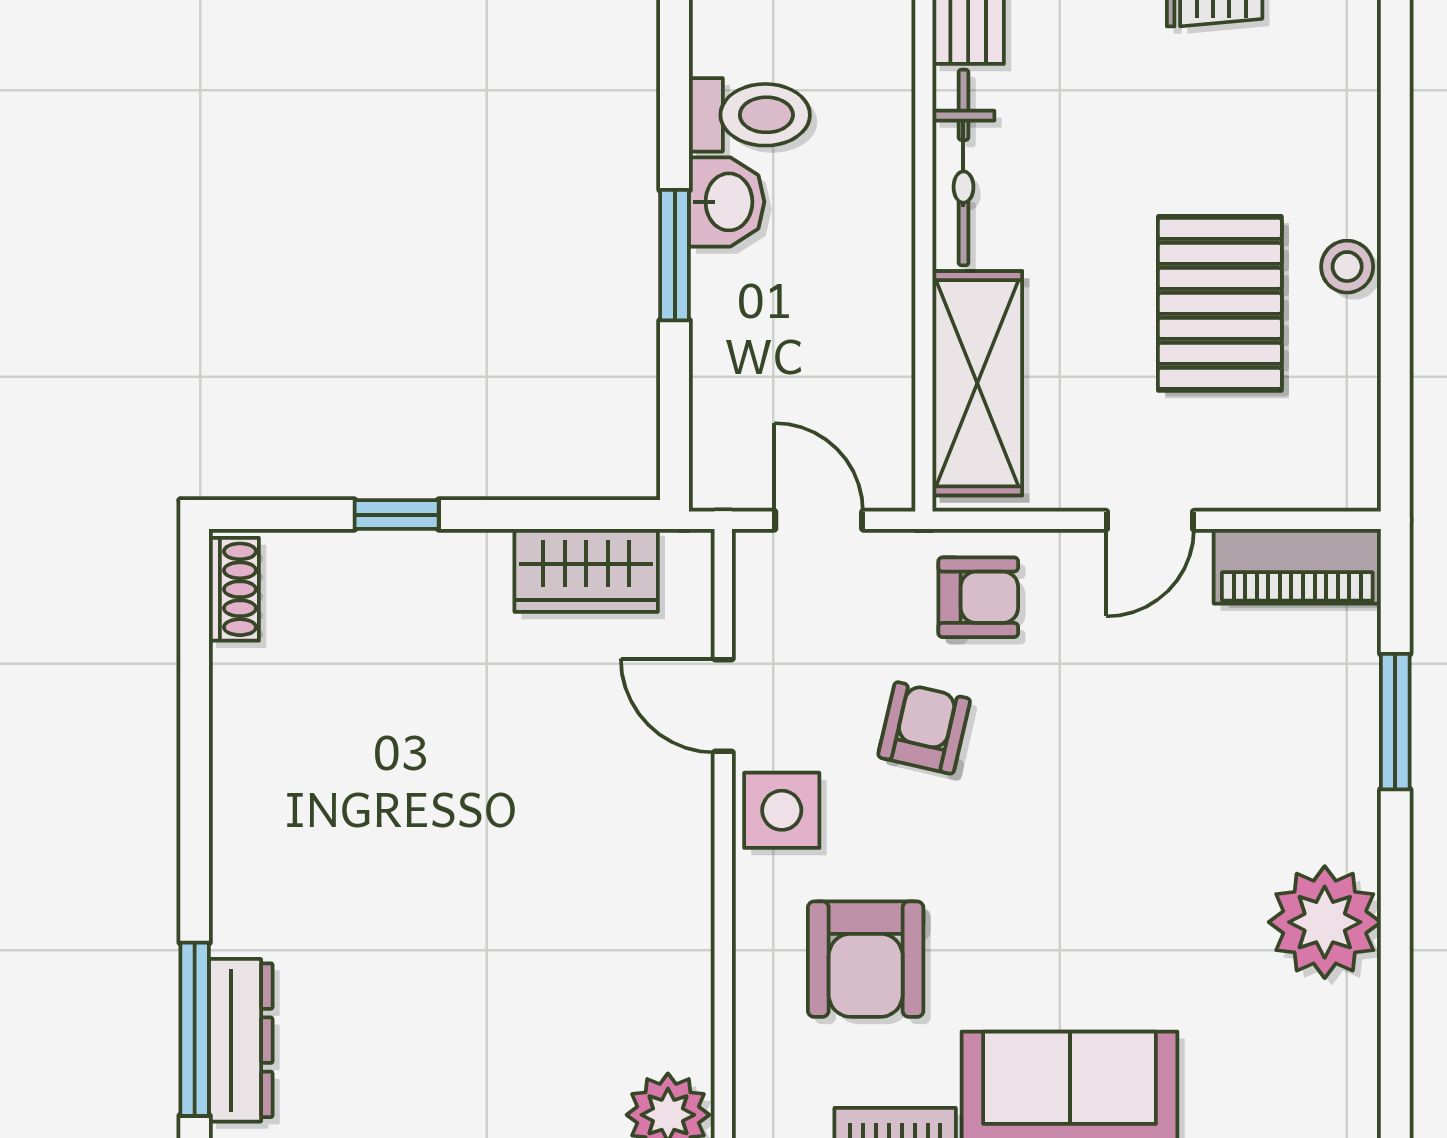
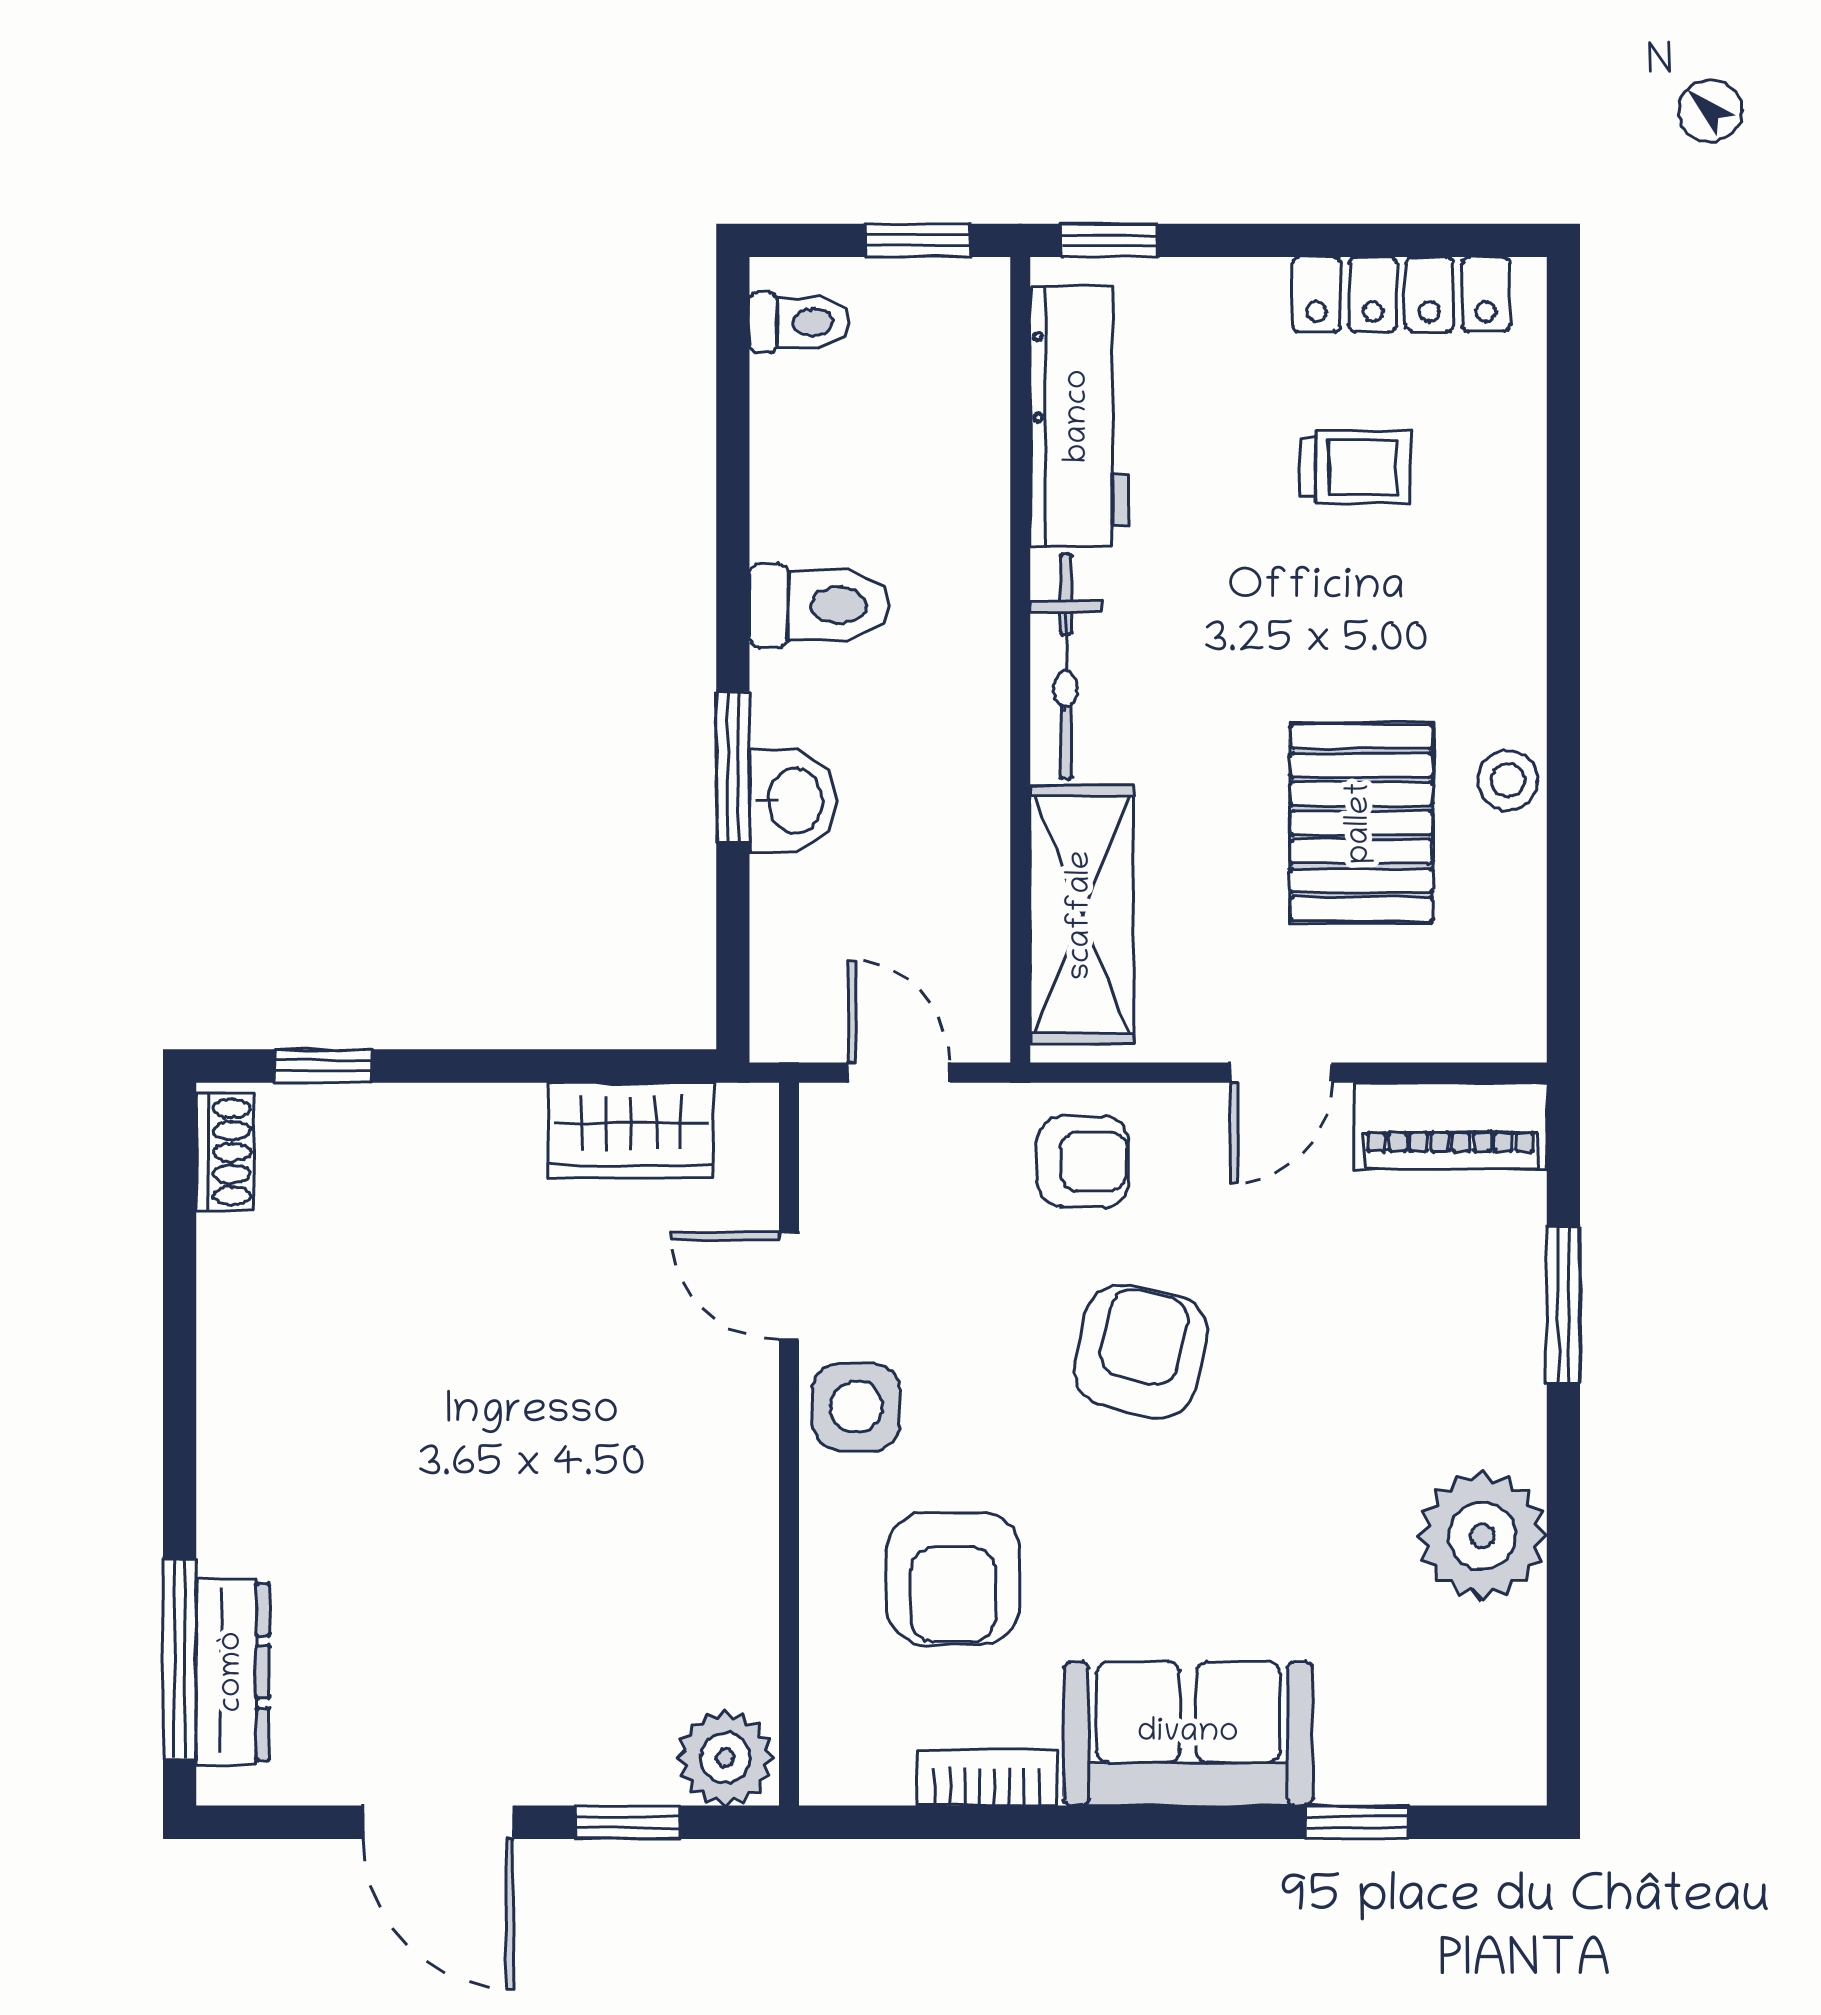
washbasin: (727, 202) -> (793, 801), moved
window: (397, 515) -> (323, 1066), moved
armchair: (924, 728) -> (1141, 1351), moved, width x1.38, depth x1.38

